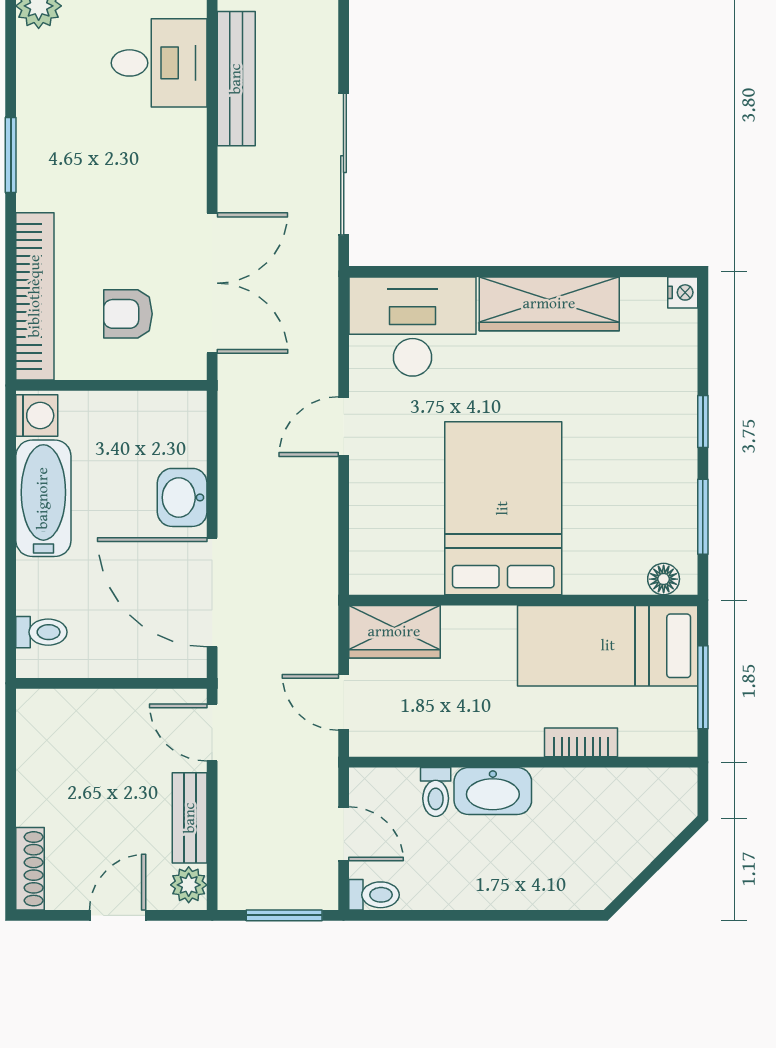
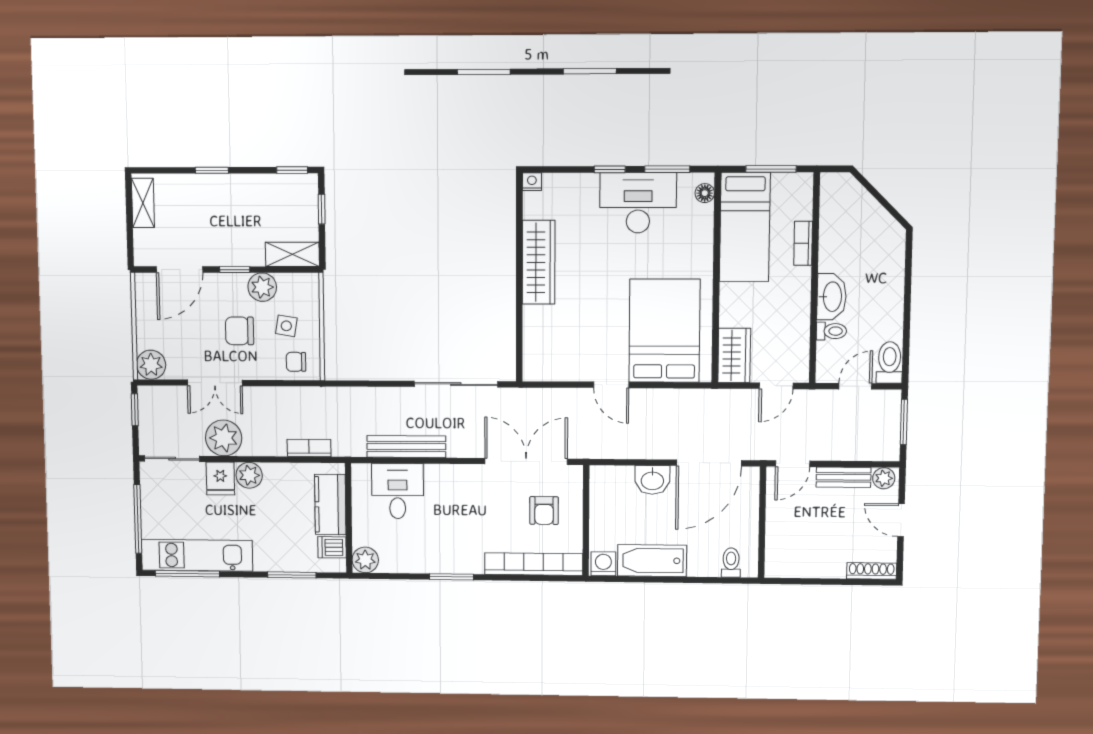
desk: (413, 326) -> (638, 203), moved, turned 90
bed: (503, 508) -> (664, 331), moved, turned 90
toilet: (374, 895) -> (889, 362), width x1.37, depth x1.39

